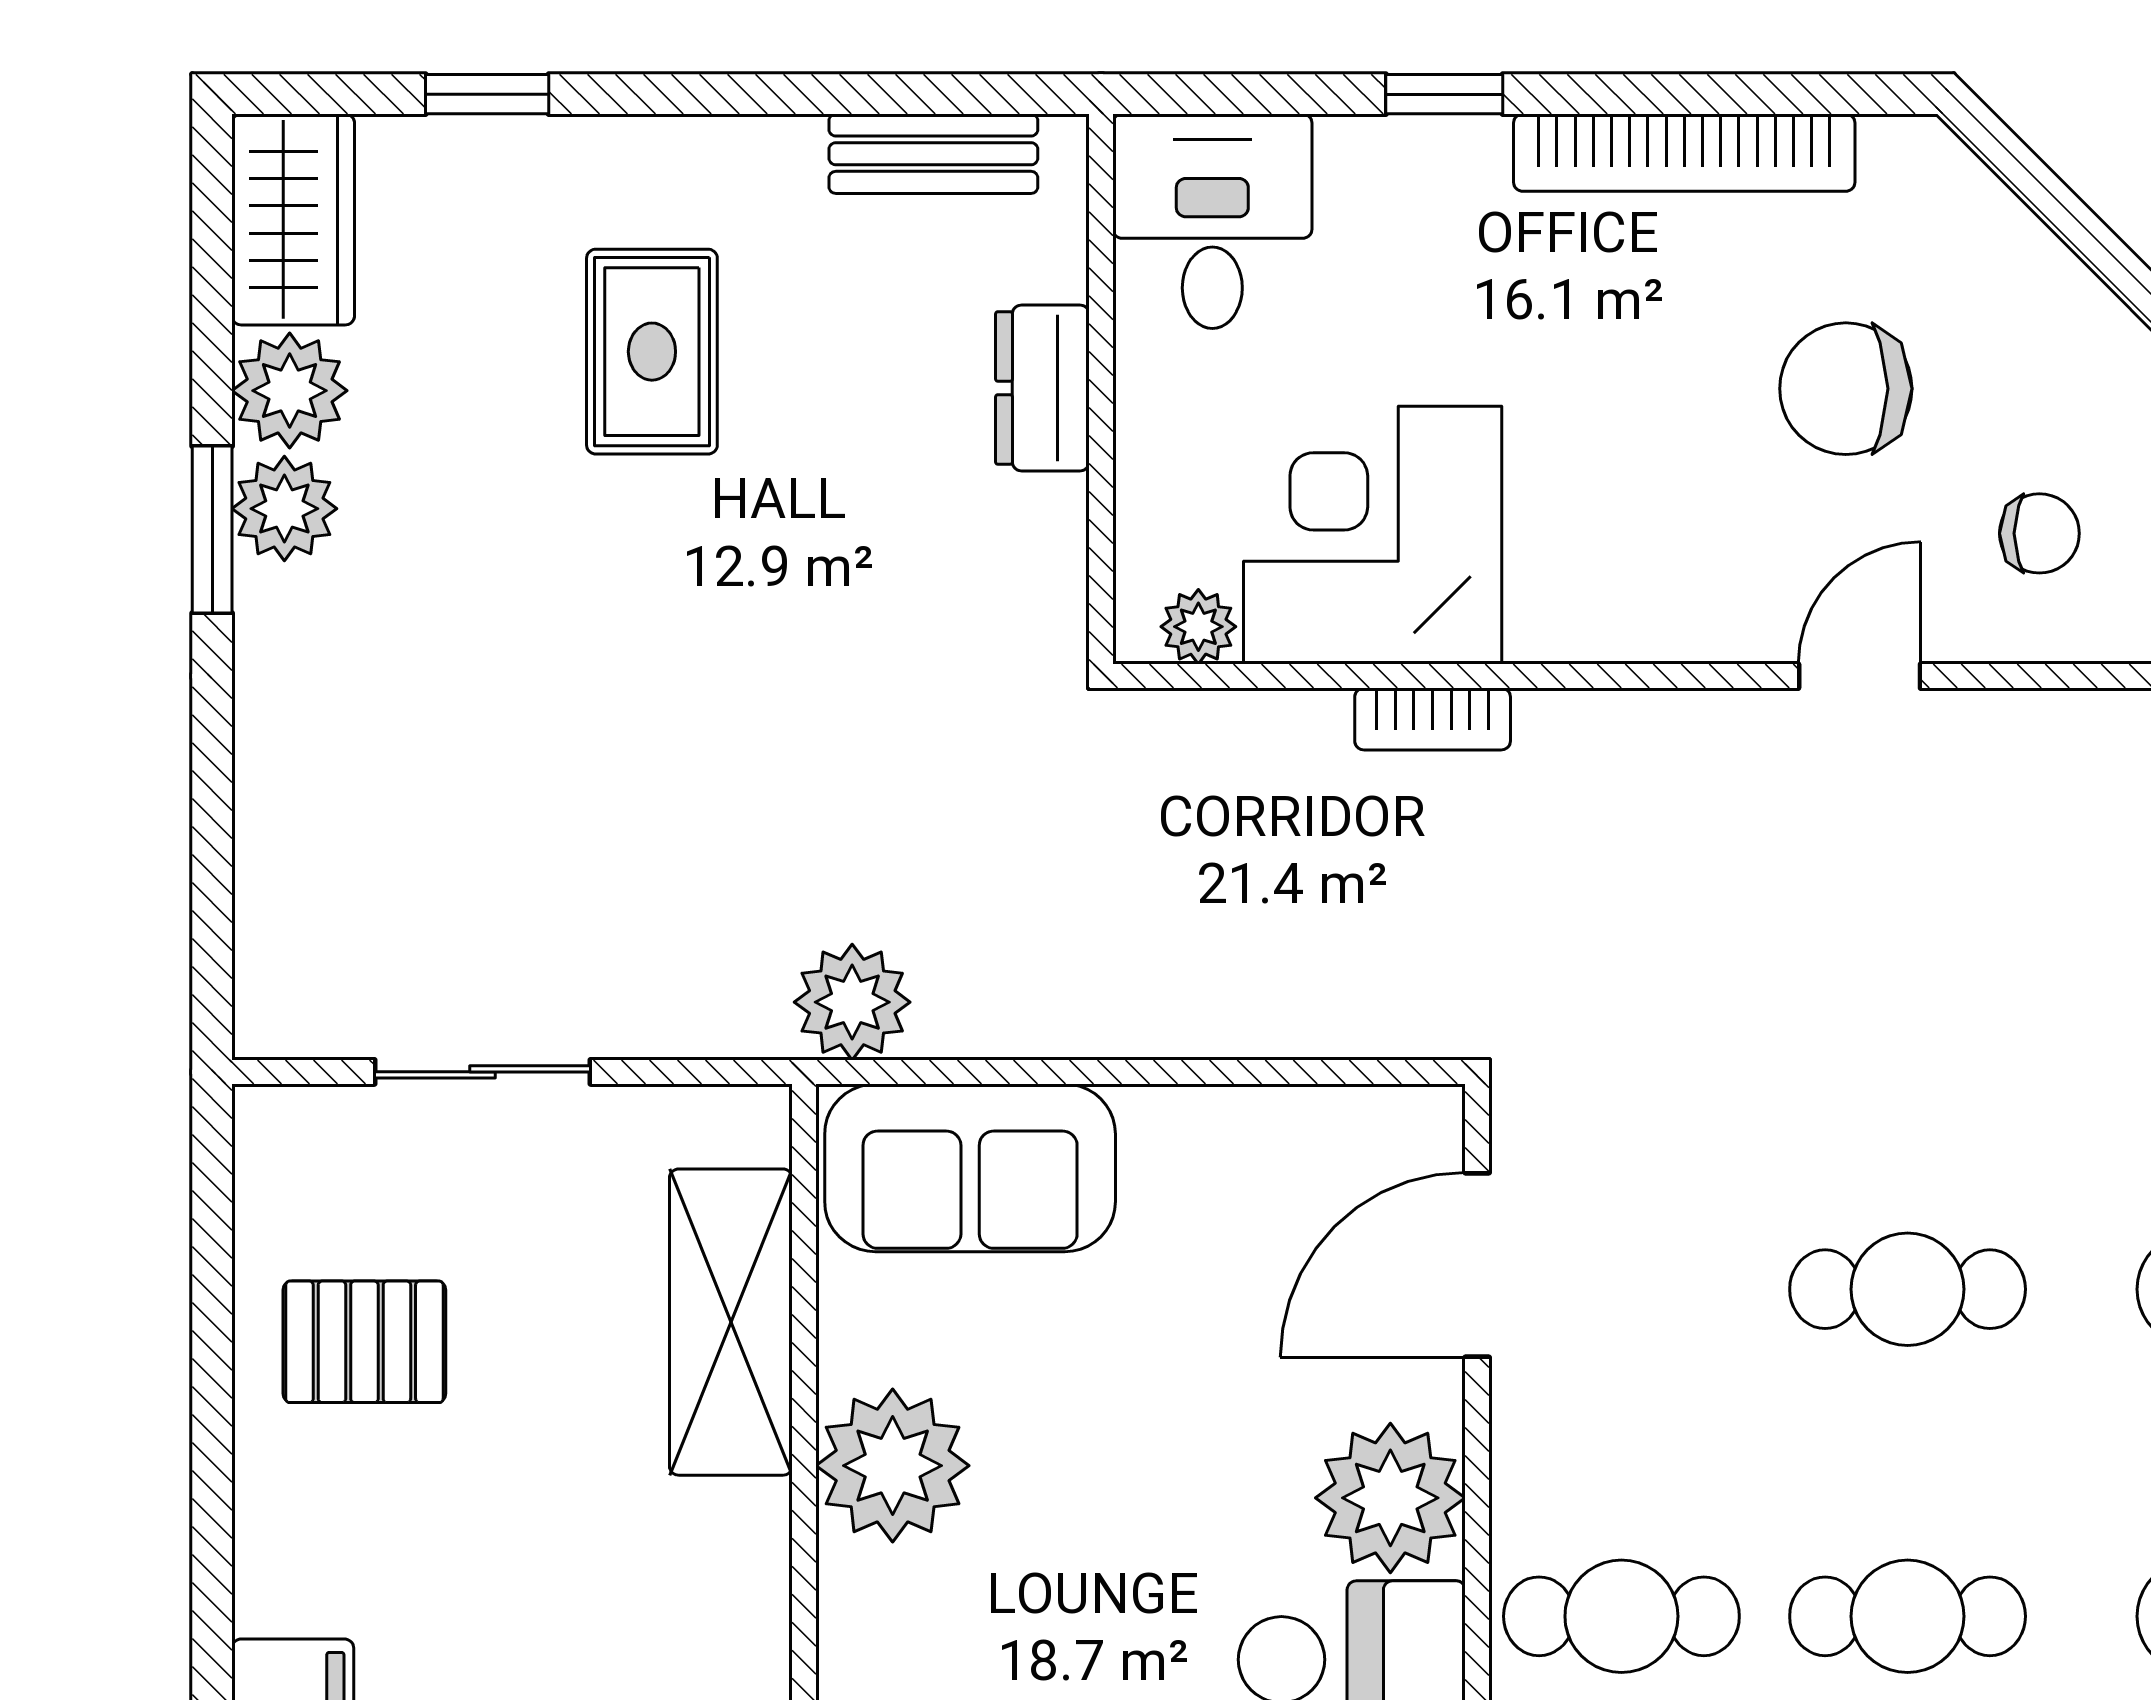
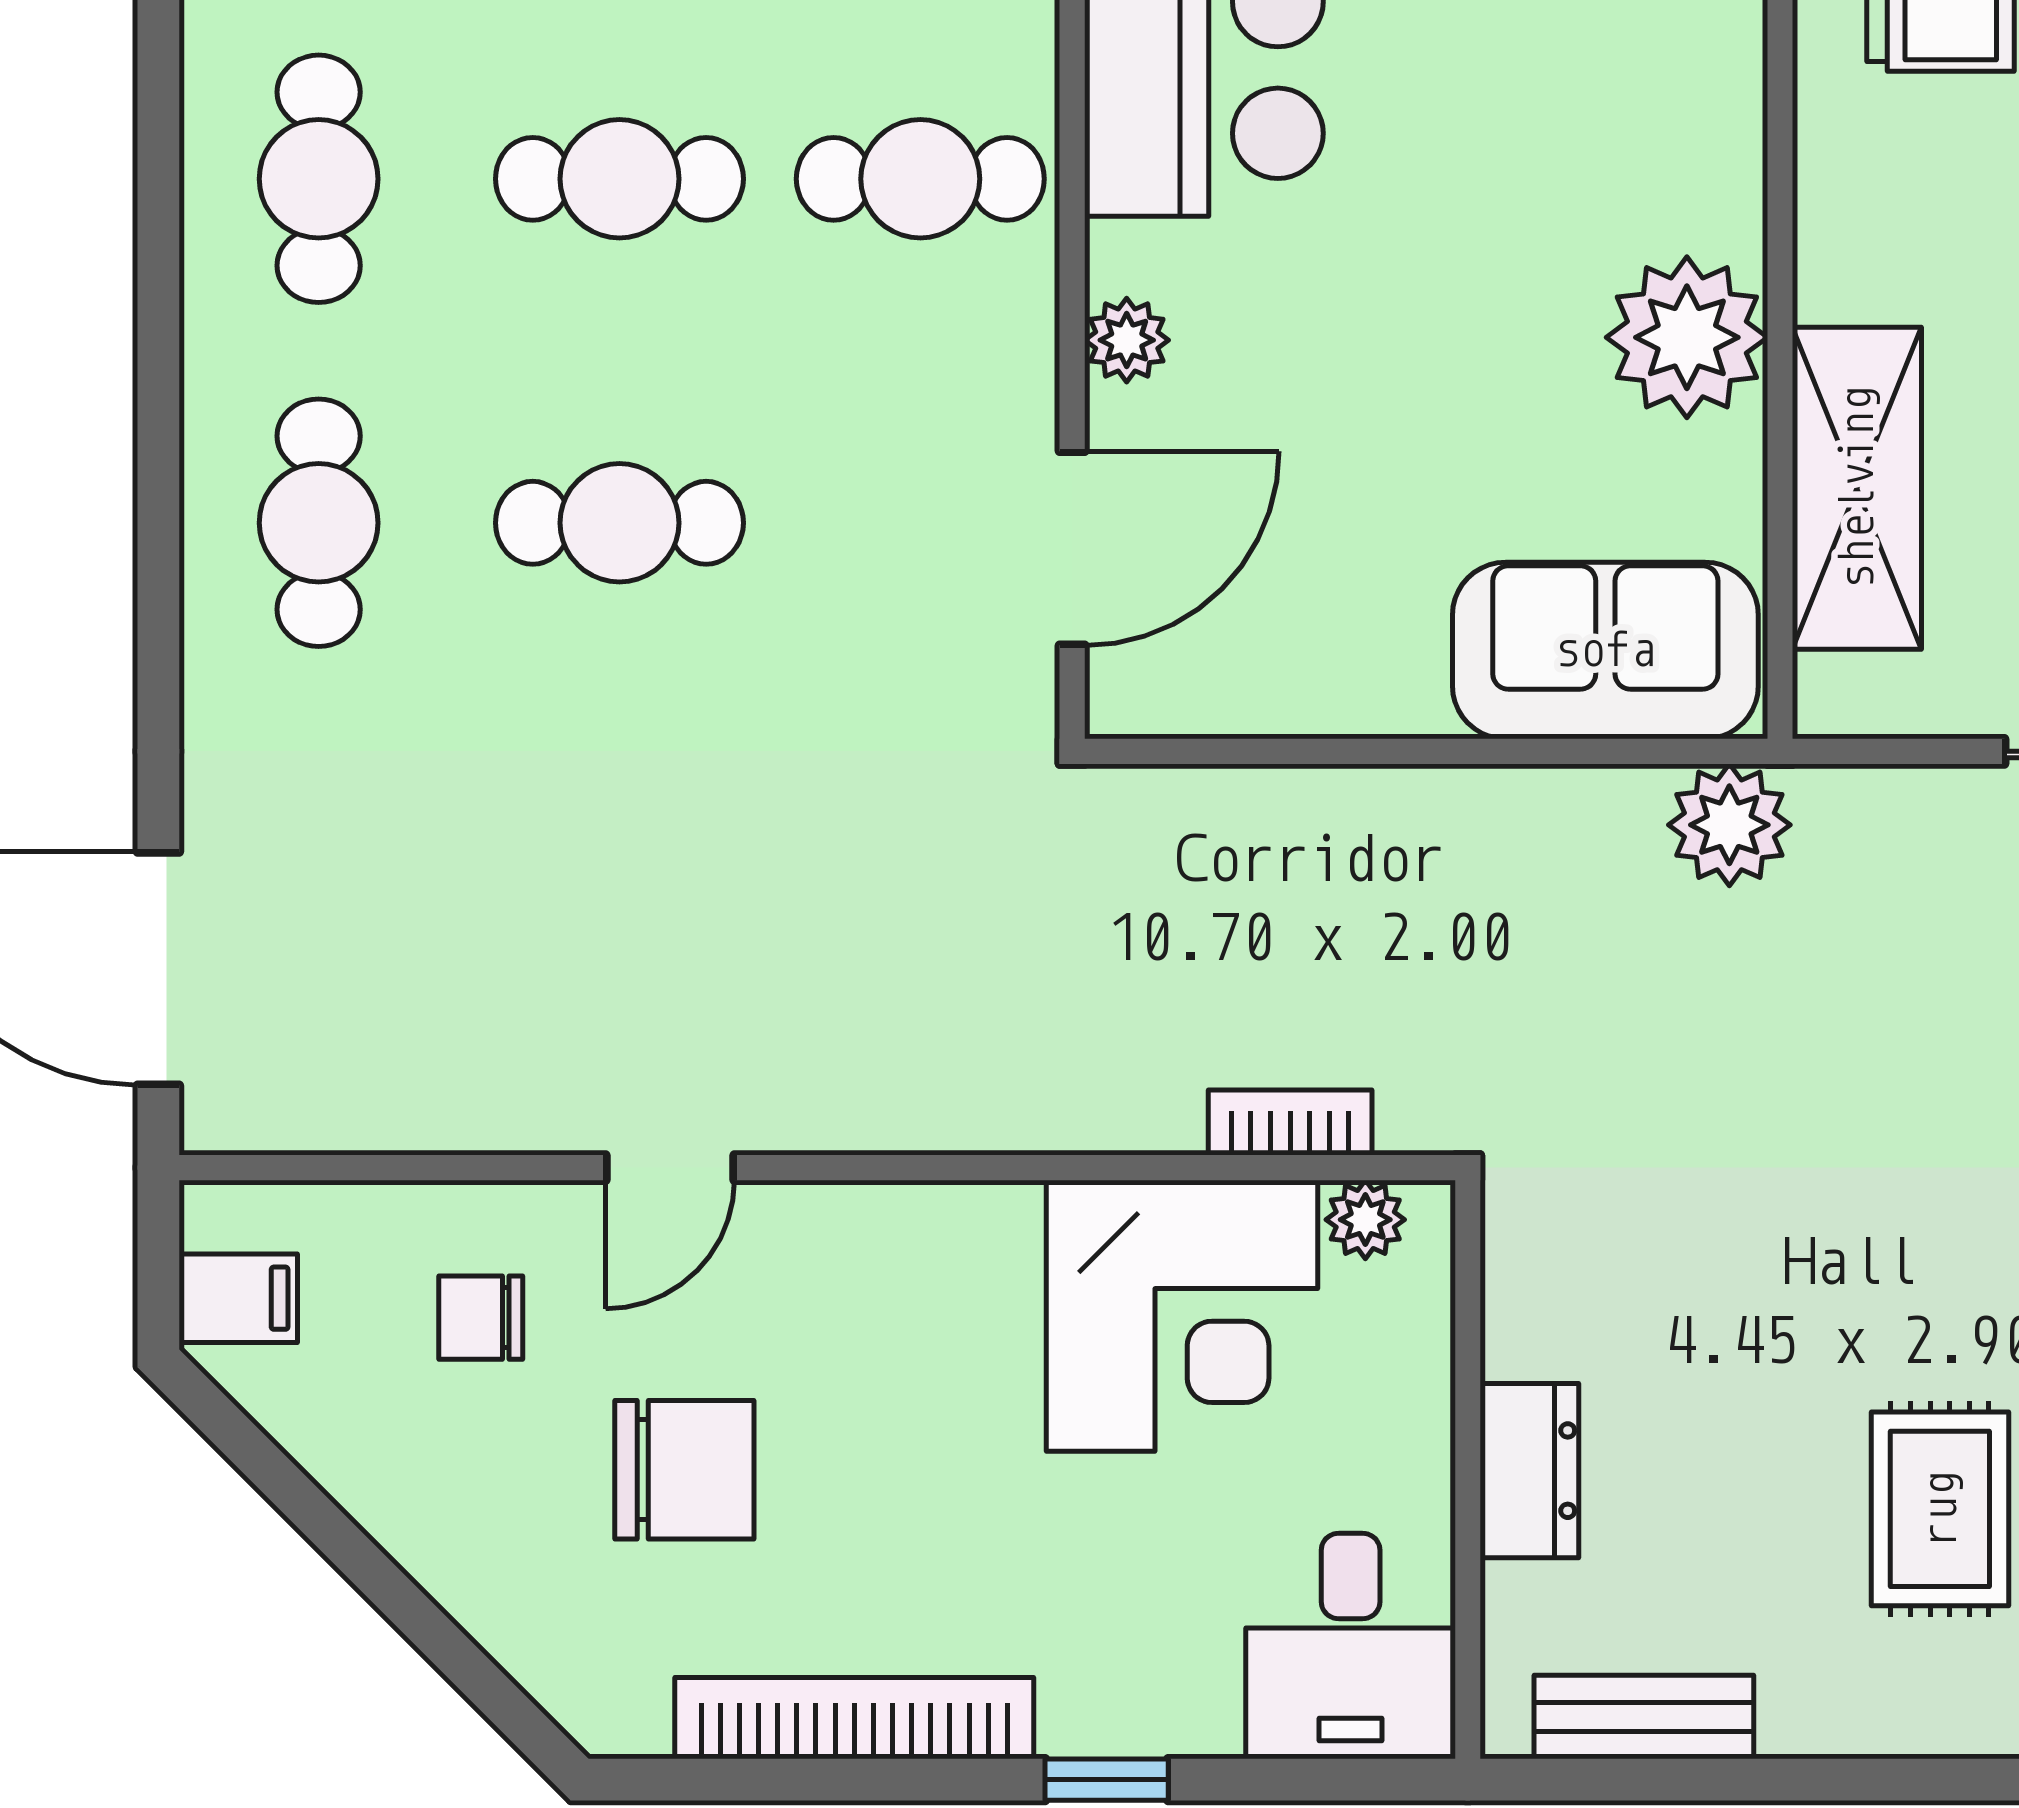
bookcase: (1433, 719) -> (1290, 1122), moved
plant: (1390, 1498) -> (1127, 340), width x0.53, depth x0.53

